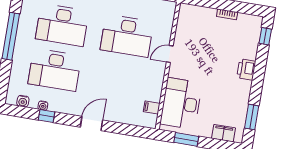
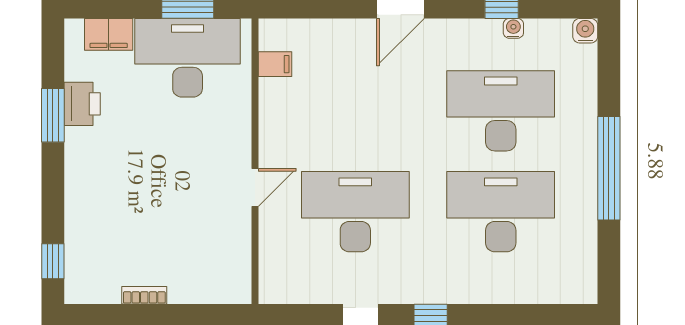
printer: (246, 69) -> (82, 104), moved
water cooler: (23, 101) -> (585, 31), moved
desk: (181, 103) -> (188, 58), moved, turned -90
window: (252, 117) -> (53, 115), moved

